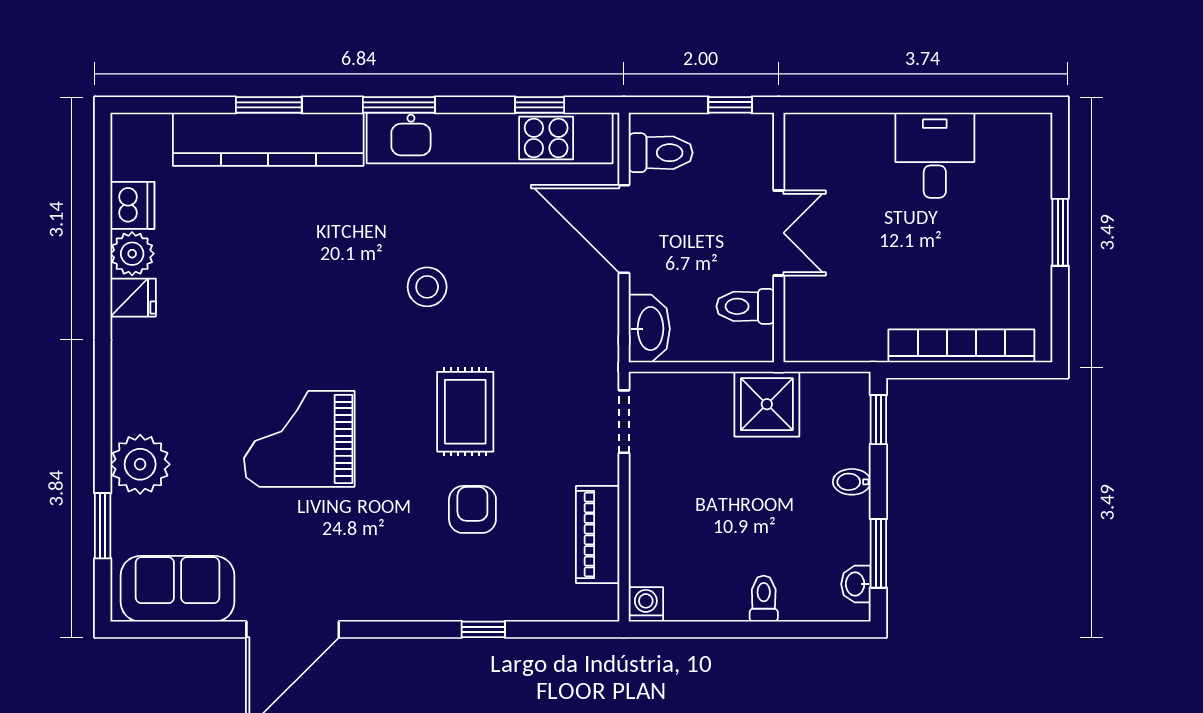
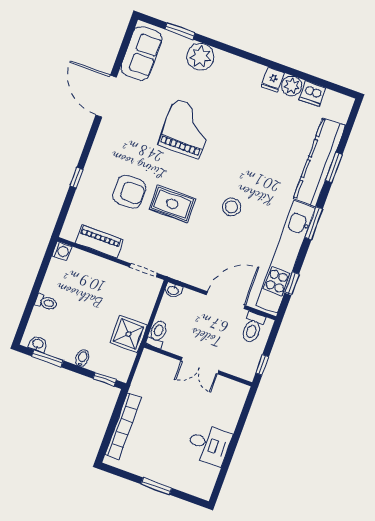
toilet: (745, 306) -> (157, 334), moved
washbasin: (649, 329) -> (173, 290), width x0.52, depth x0.69
armchair: (472, 509) -> (129, 192), width x1.38, depth x1.38

